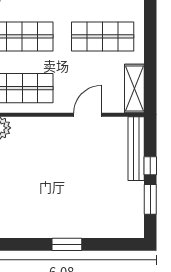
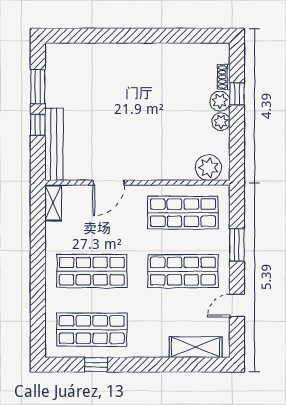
shelving: (134, 89) -> (53, 203), width x0.67, depth x0.75
window: (67, 244) -> (132, 36), removed

